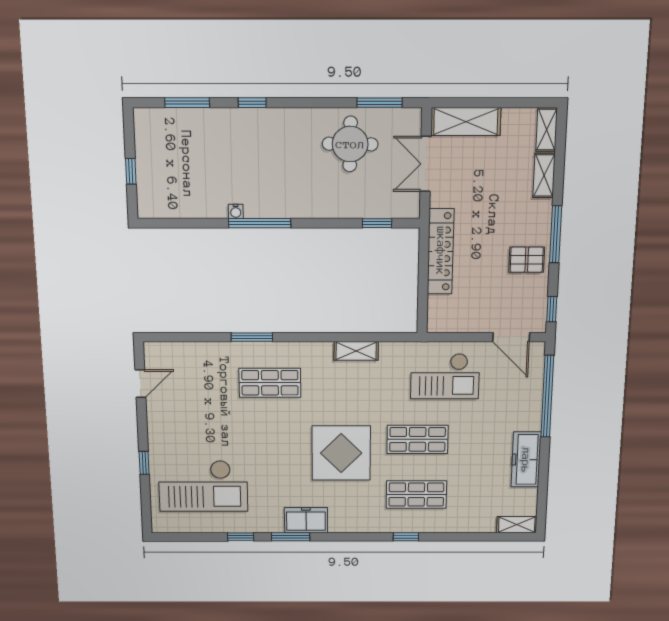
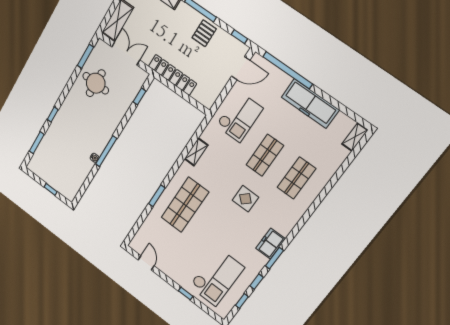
double door: (426, 164) -> (126, 53), swing flipped
shop shelf: (270, 383) -> (185, 205), width x1.43, depth x1.36
display table: (341, 453) -> (245, 199), width x0.54, depth x0.54
freezer: (526, 460) -> (310, 104), width x1.36, depth x1.26
window: (406, 537) -> (242, 301), moved

